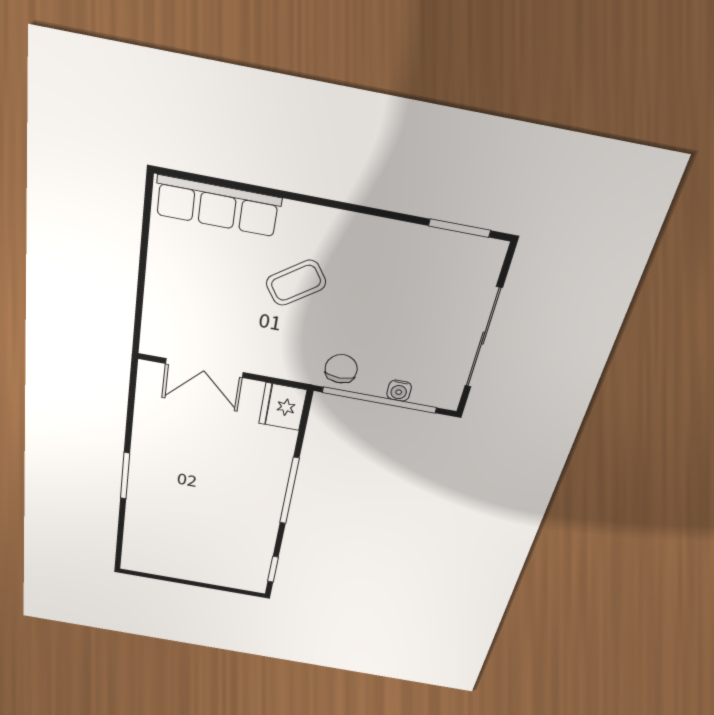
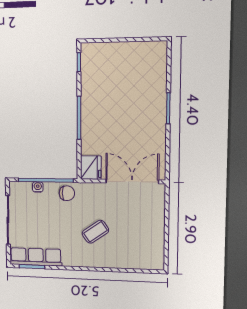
row of seats: (218, 206) -> (36, 257), moved
double door: (204, 368) -> (132, 182), width x1.37
chair: (341, 369) -> (67, 193), turned -90

